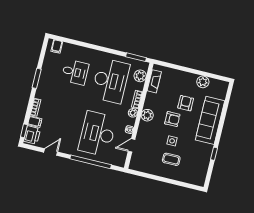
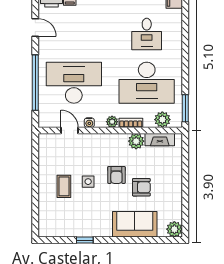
plant: (203, 82) -> (174, 229), moved
plant: (147, 115) -> (136, 141), moved
sofa: (210, 120) -> (135, 224), width x0.73

